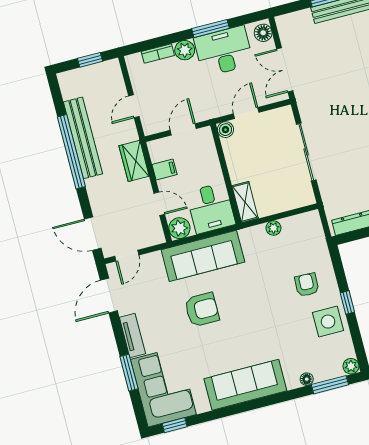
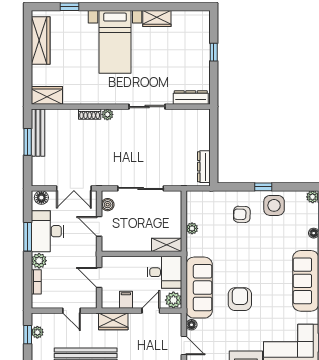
plant: (96, 71) -> (37, 332), added
boiler: (225, 130) -> (108, 205), moved
floor lamp: (155, 258) -> (192, 325), added

